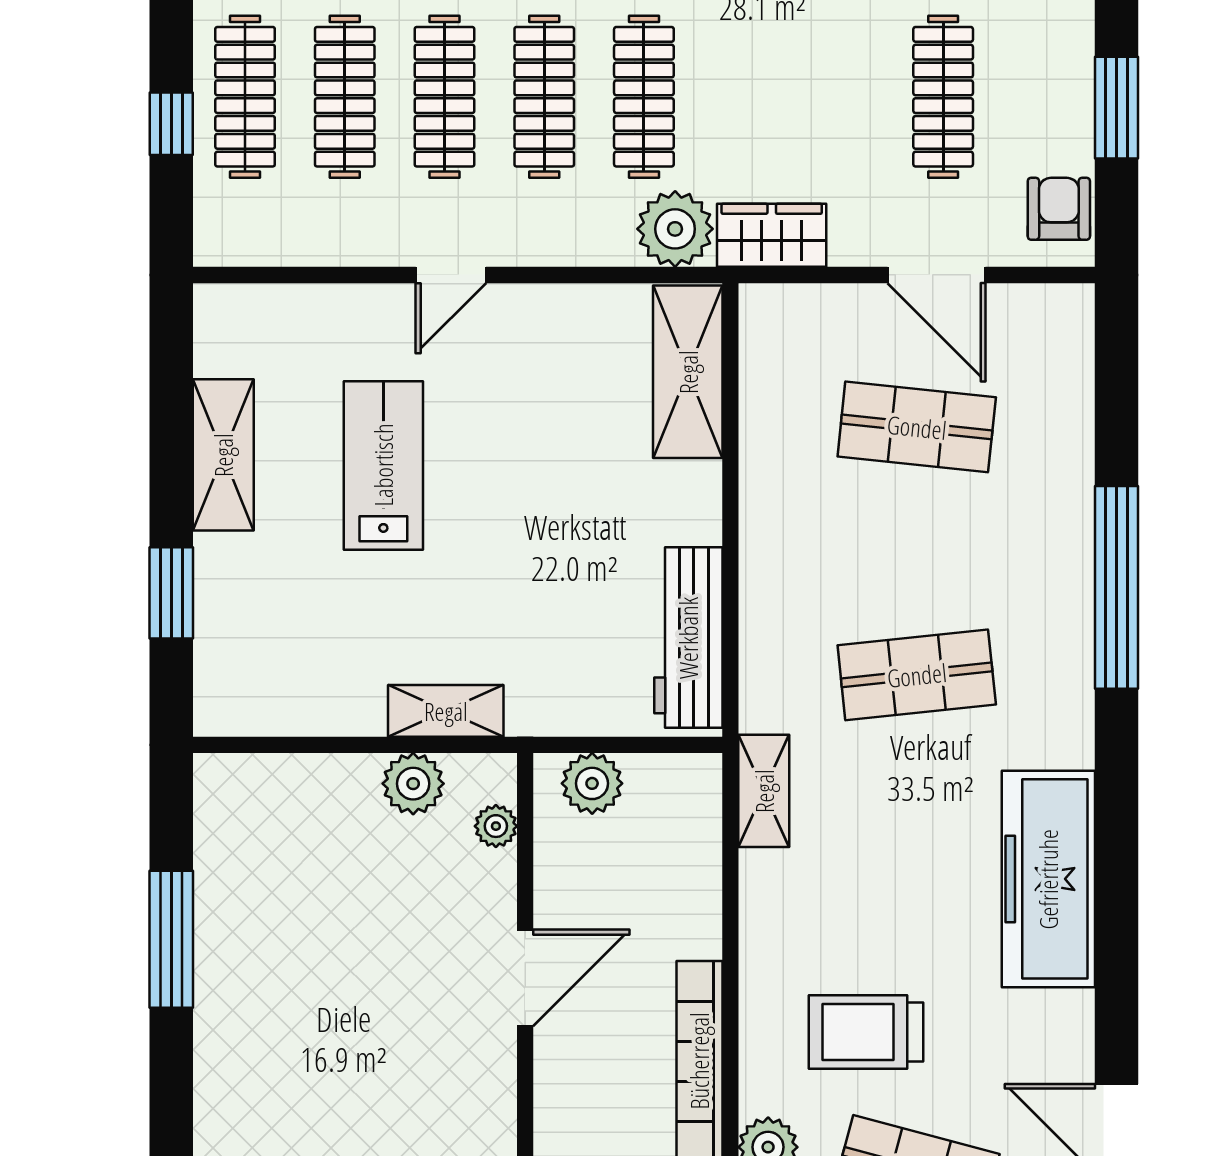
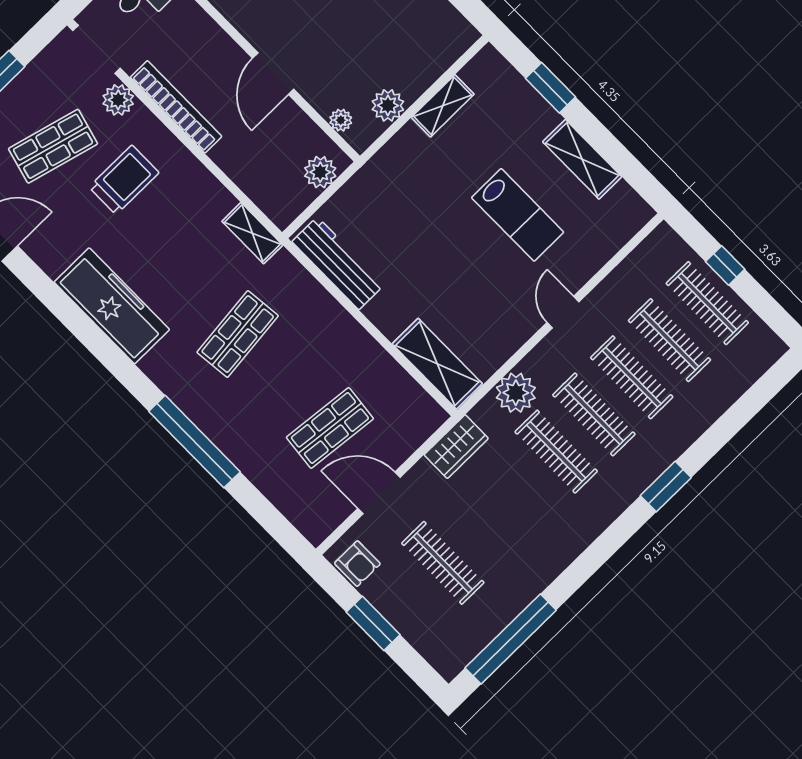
plant: (675, 229) -> (516, 393), moved
shelving: (446, 711) -> (443, 106), moved

